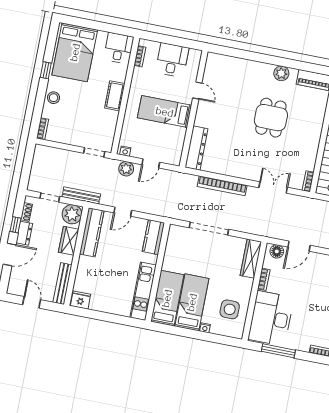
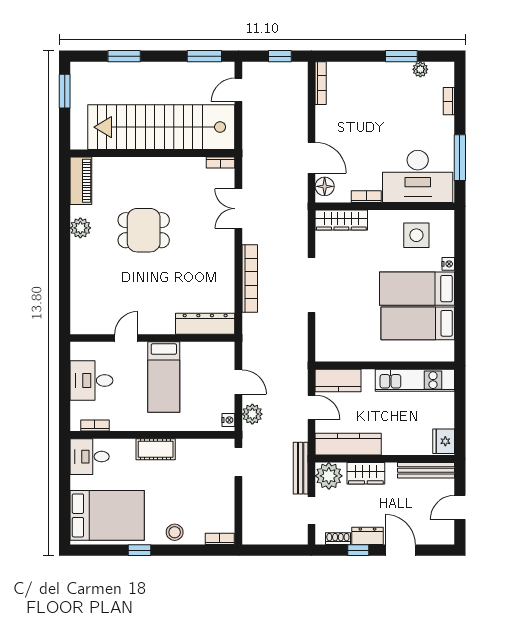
kitchen counter: (153, 237) -> (338, 380), moved
wall: (158, 272) -> (385, 365), moved
kitchen unit: (143, 291) -> (415, 380), moved

